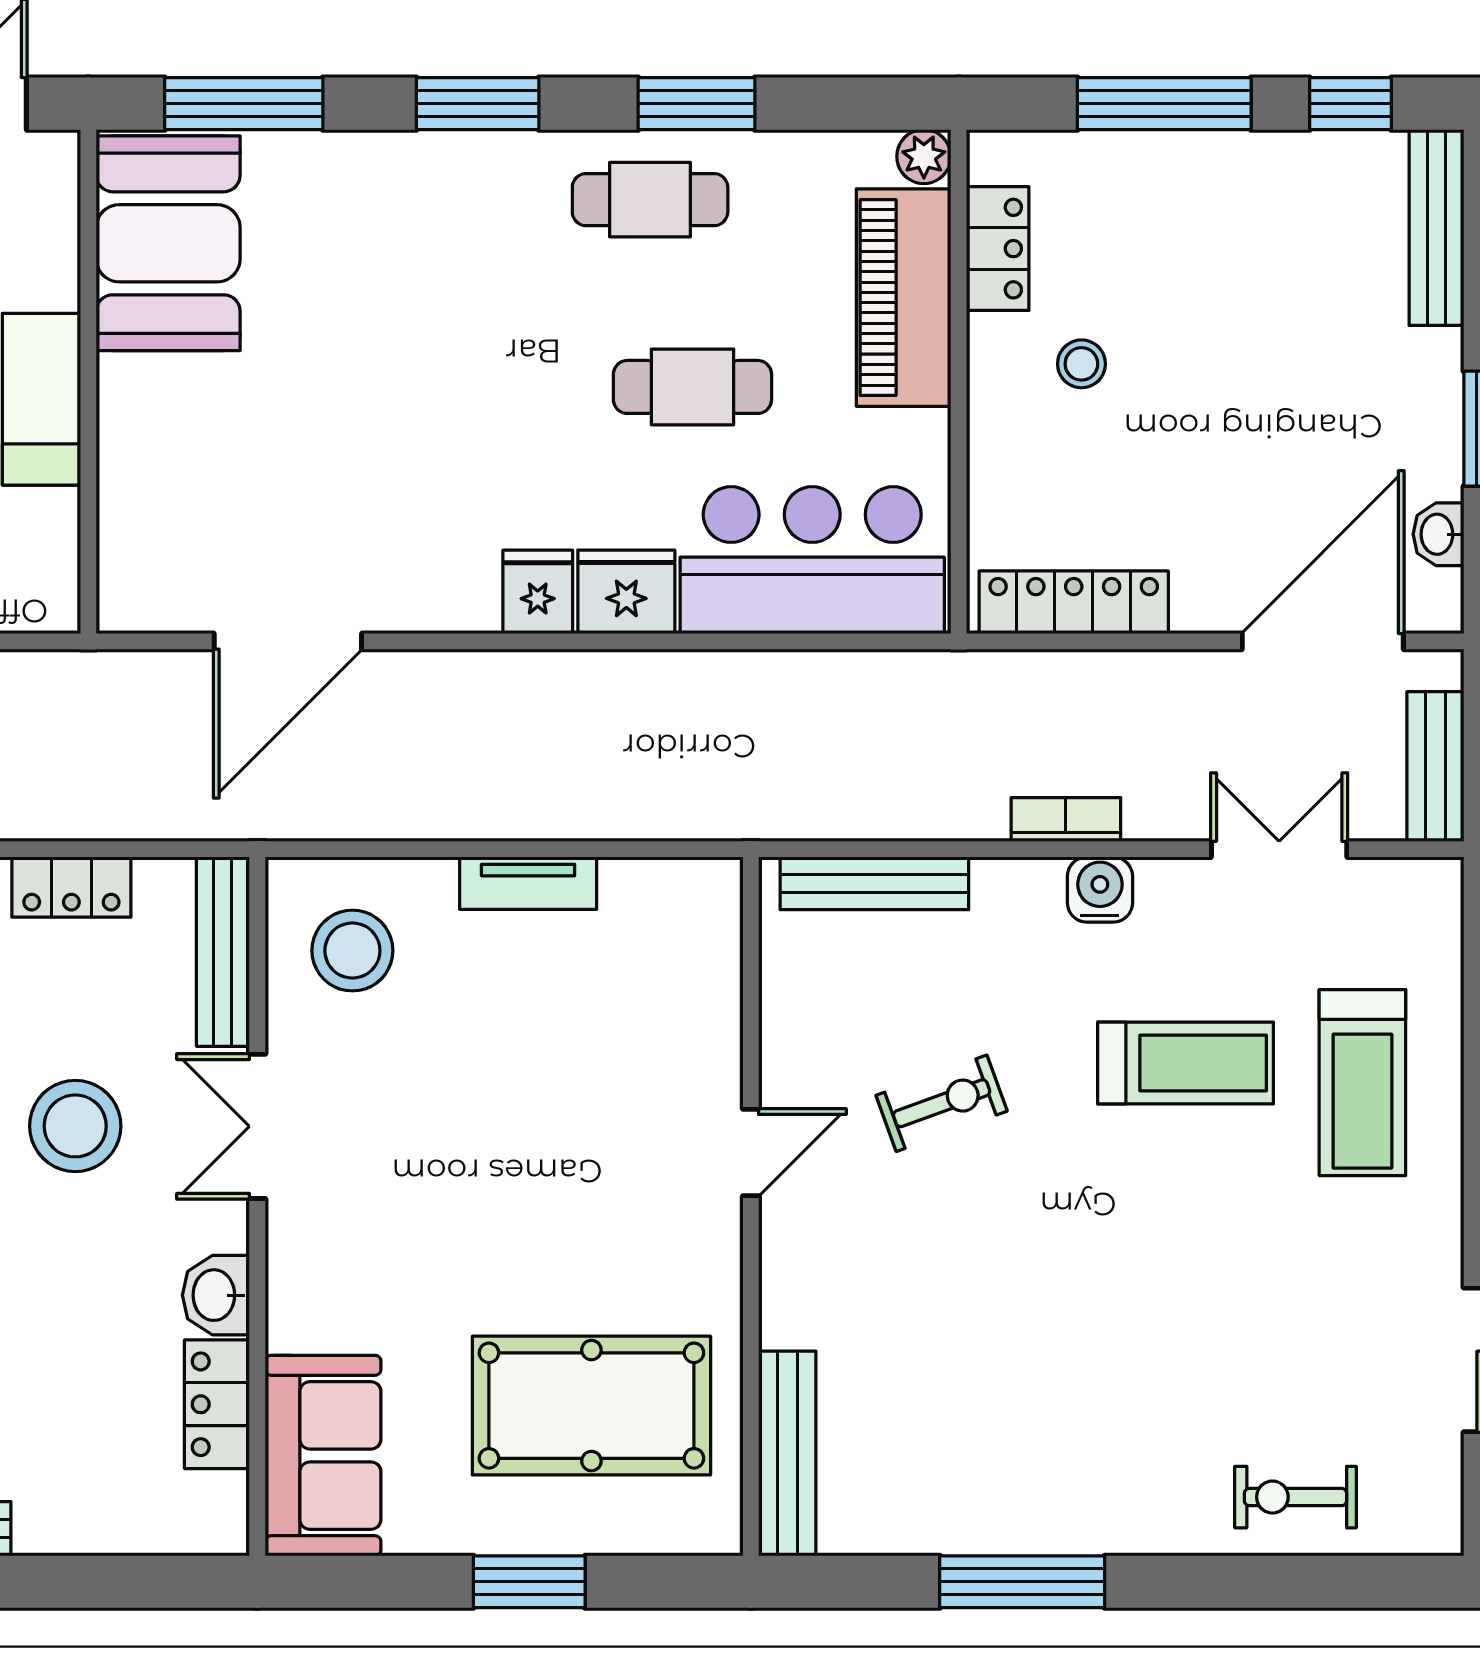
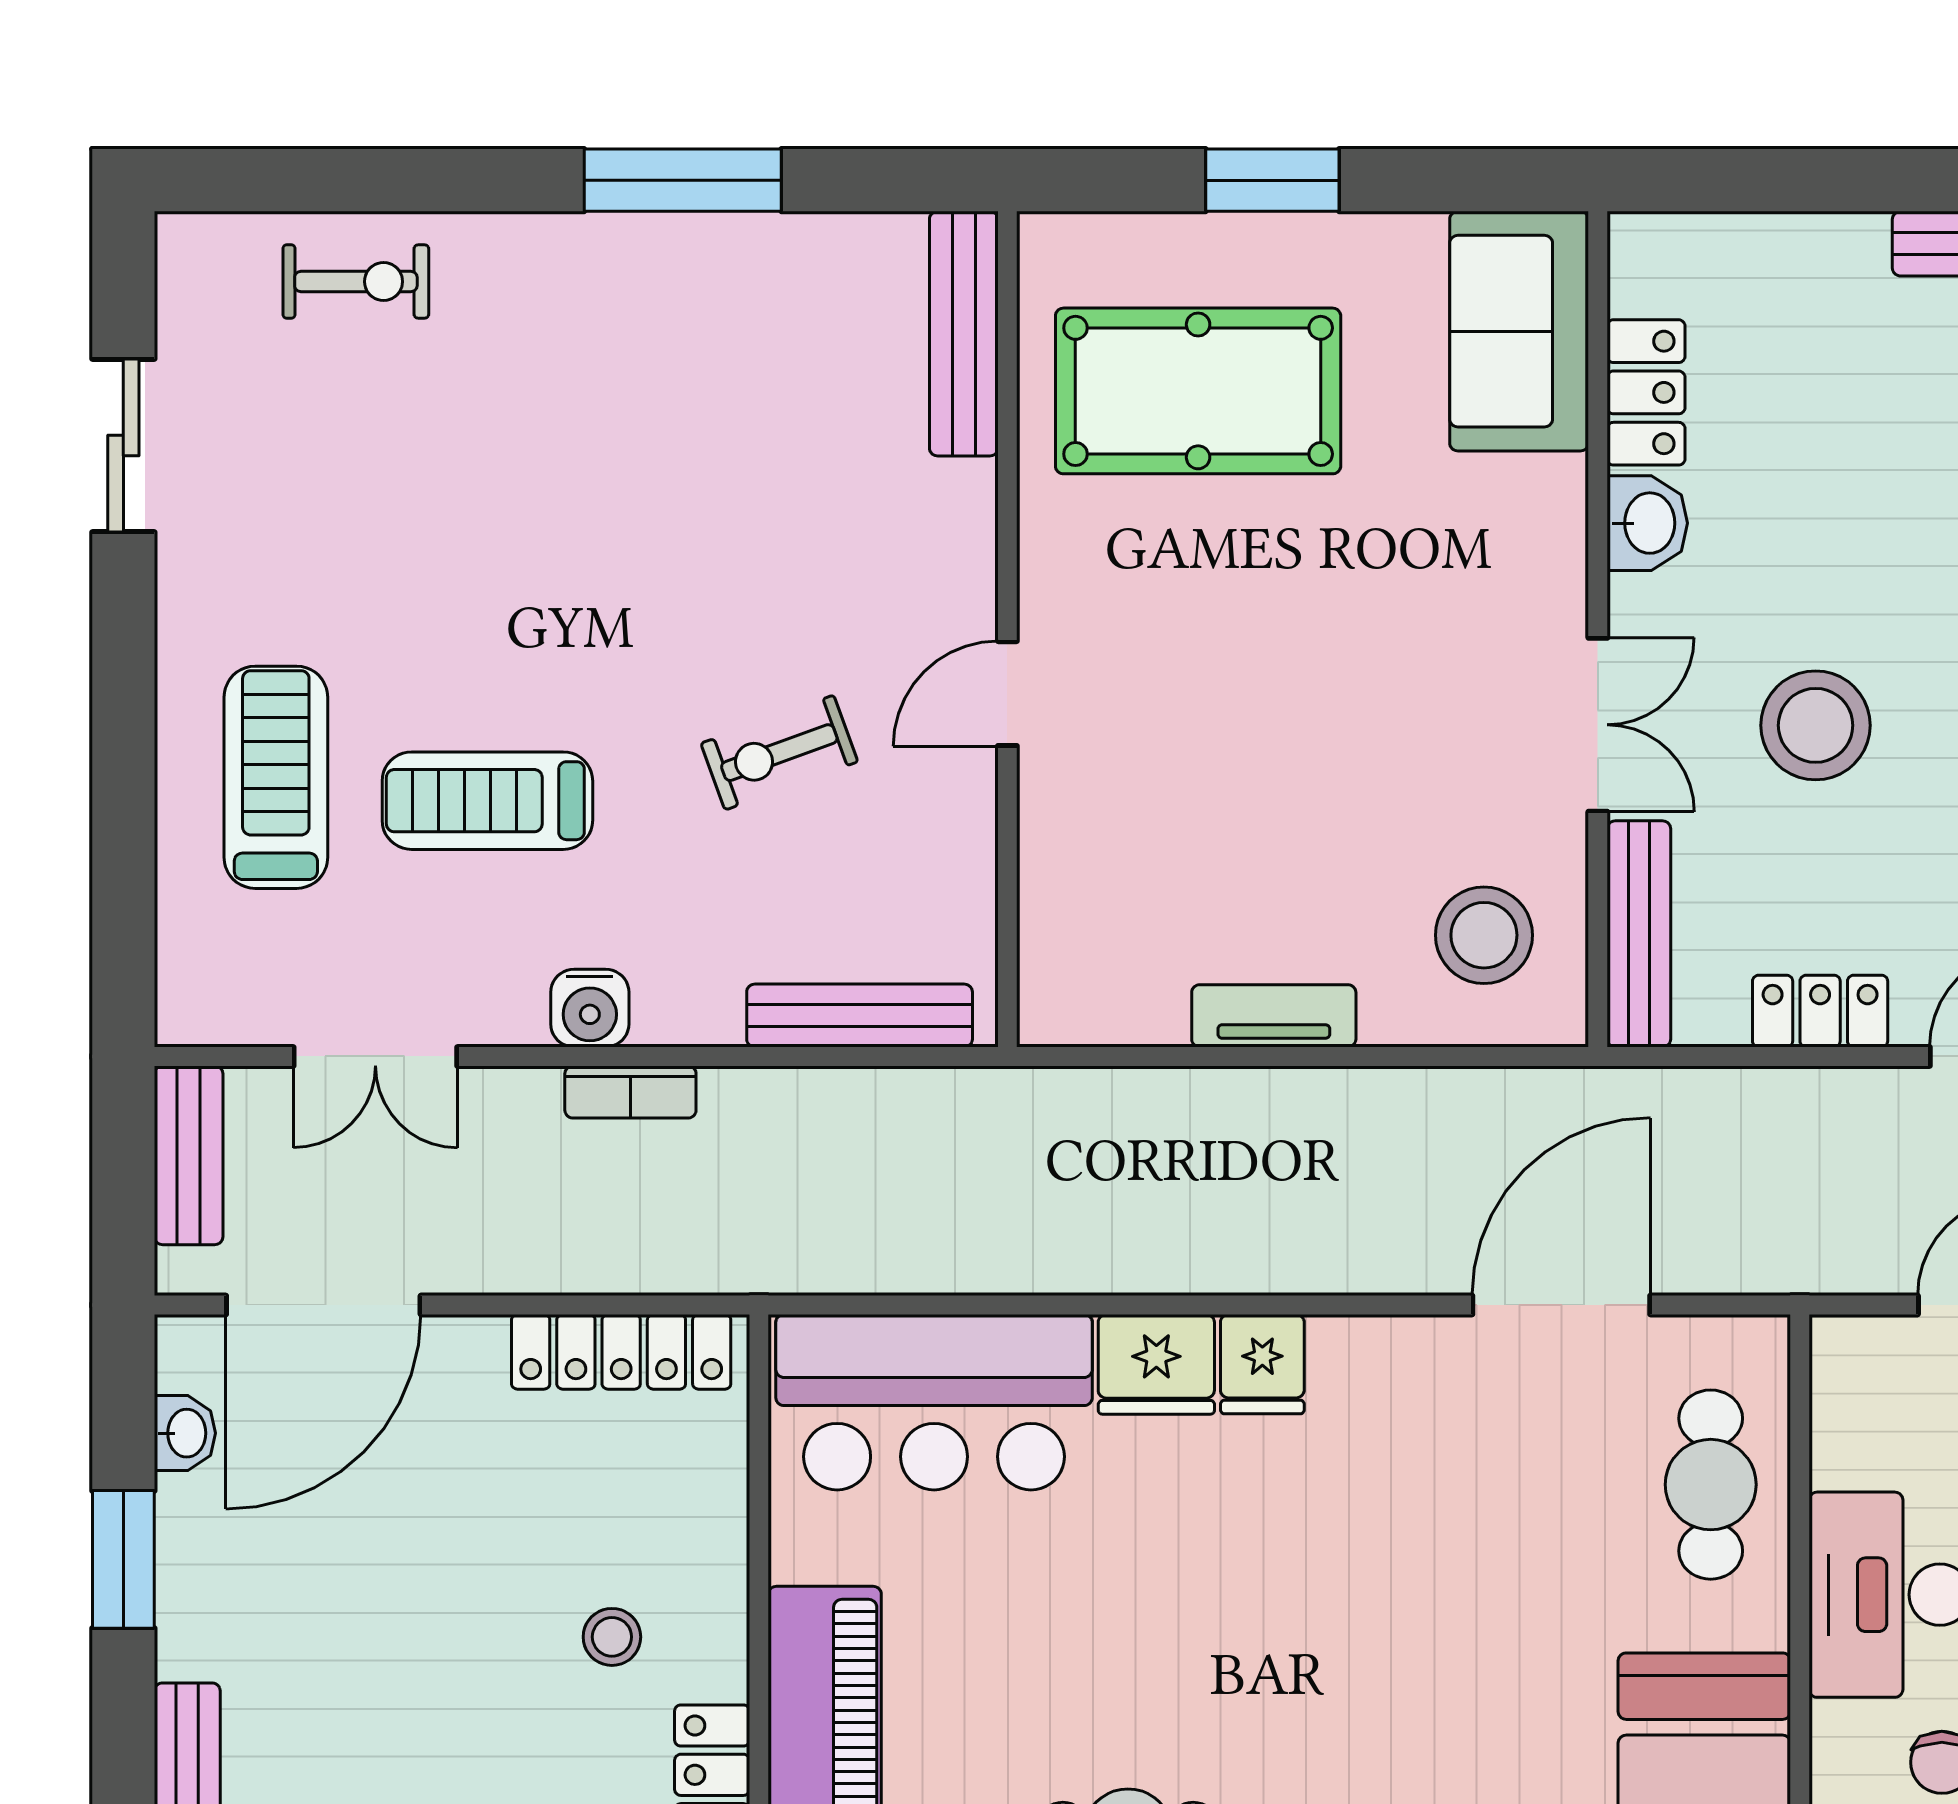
cafe table: (692, 387) -> (1711, 1485), moved, turned 90

